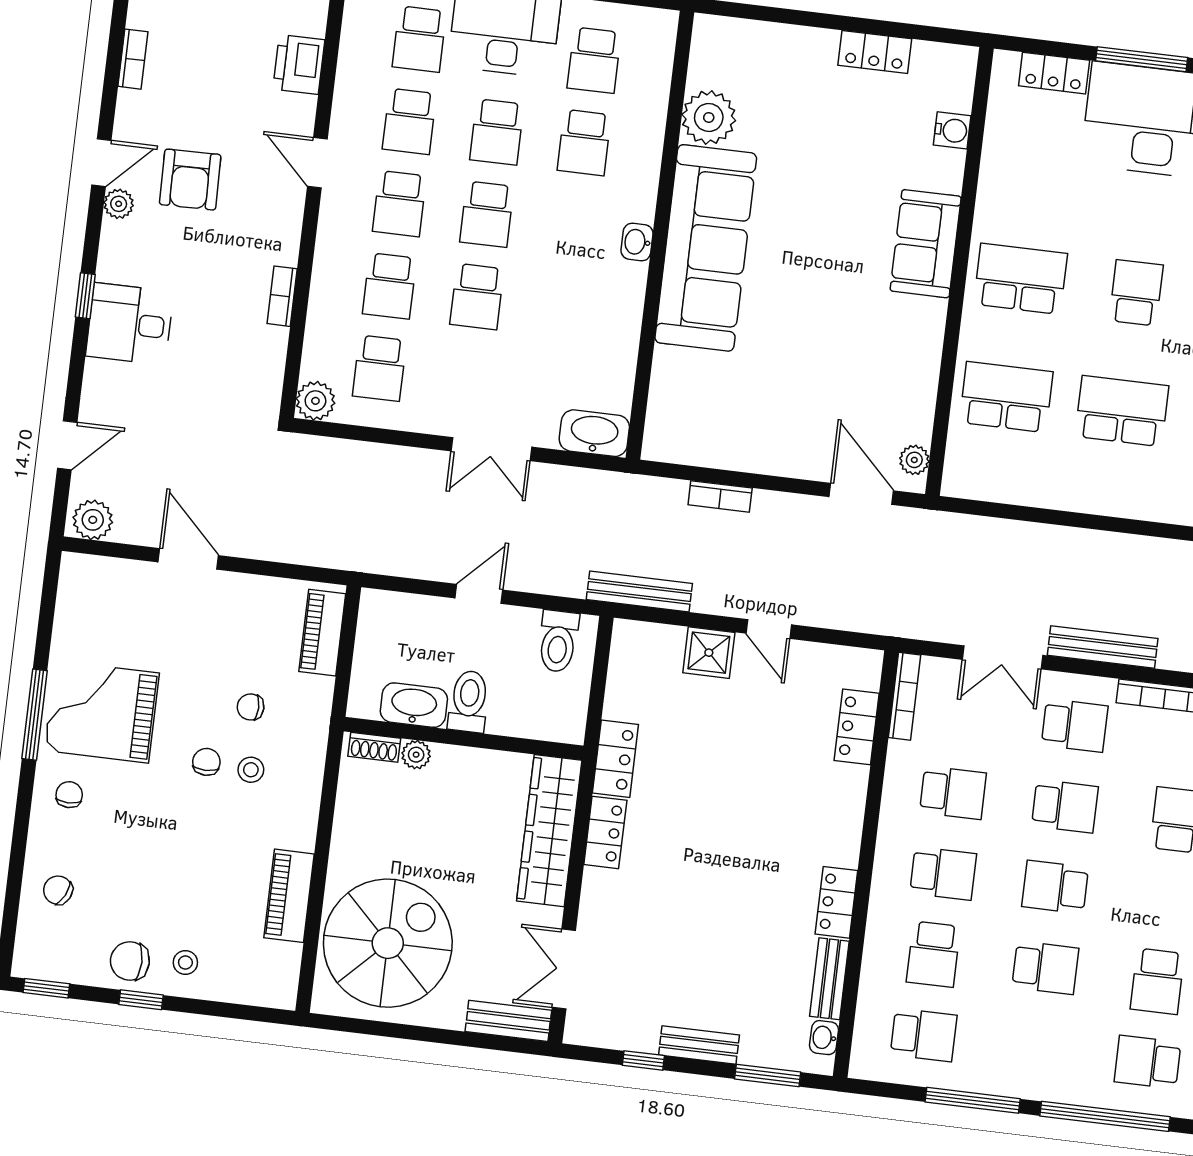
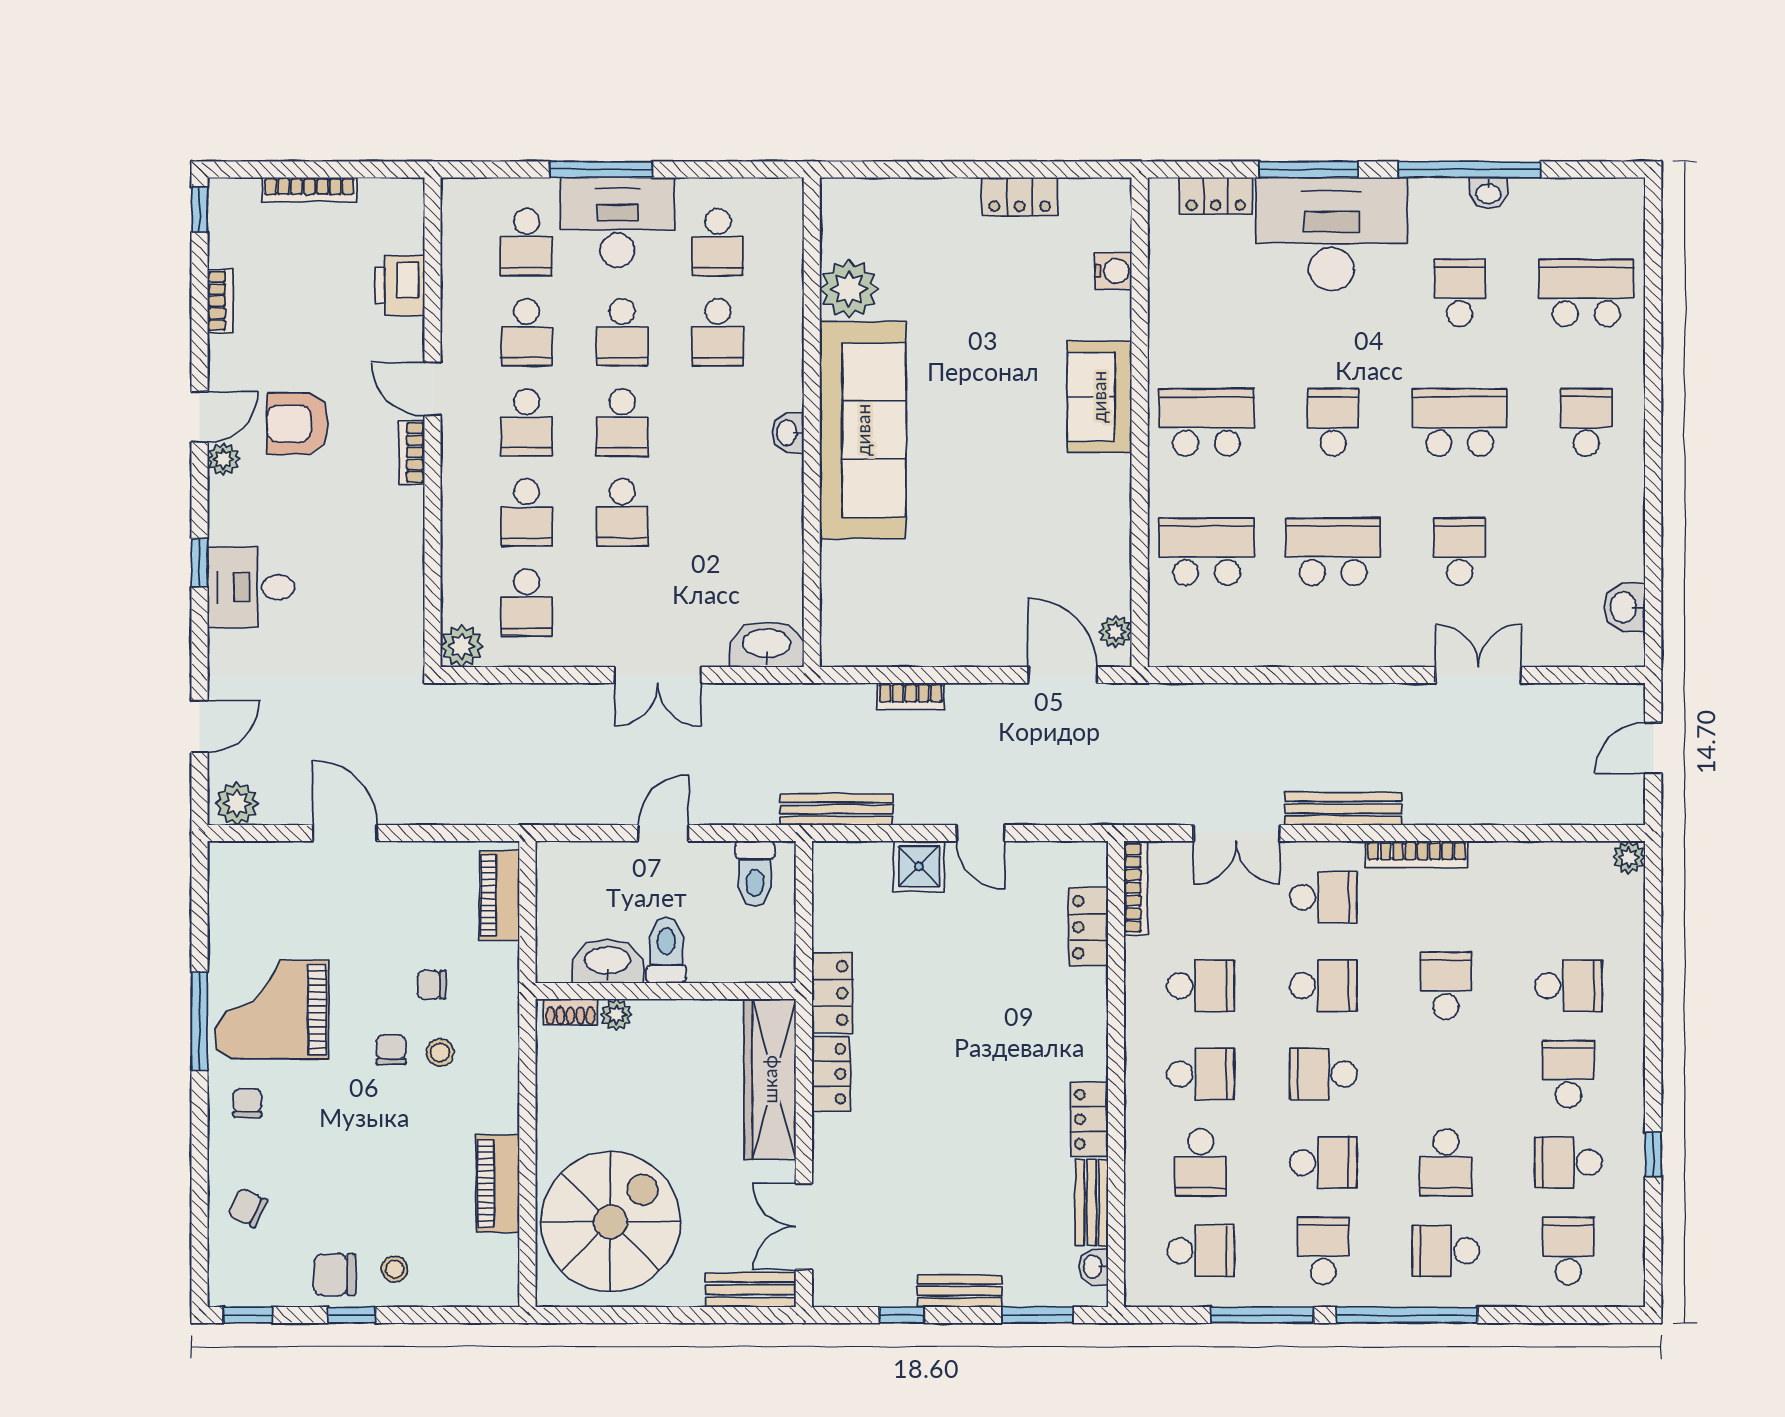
armchair: (190, 180) -> (298, 424), turned 91
bookcase: (282, 296) -> (412, 452), moved
school desk: (1036, 1049) -> (1323, 1251), added

